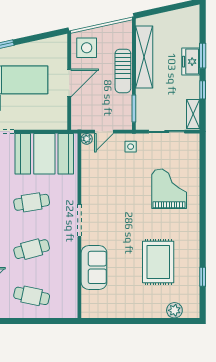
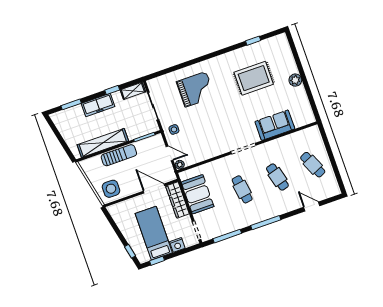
window: (203, 56) -> (71, 104), moved
freezer: (191, 62) -> (98, 105), width x1.40
door: (69, 83) -> (154, 189), moved
wardrobe: (46, 122) -> (177, 200), added
booth: (44, 154) -> (198, 194), width x0.73, depth x0.70
grand piano: (169, 189) -> (196, 89), turned 180
cafe table: (32, 296) -> (313, 165), turned -36
plant: (174, 310) -> (295, 80), moved

